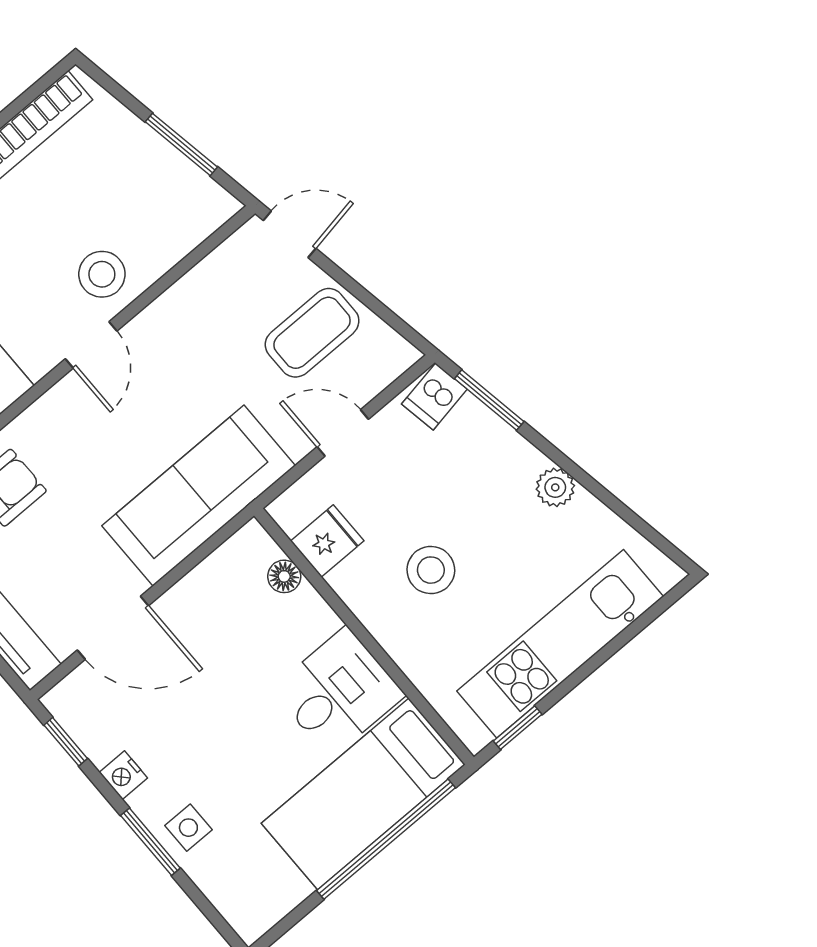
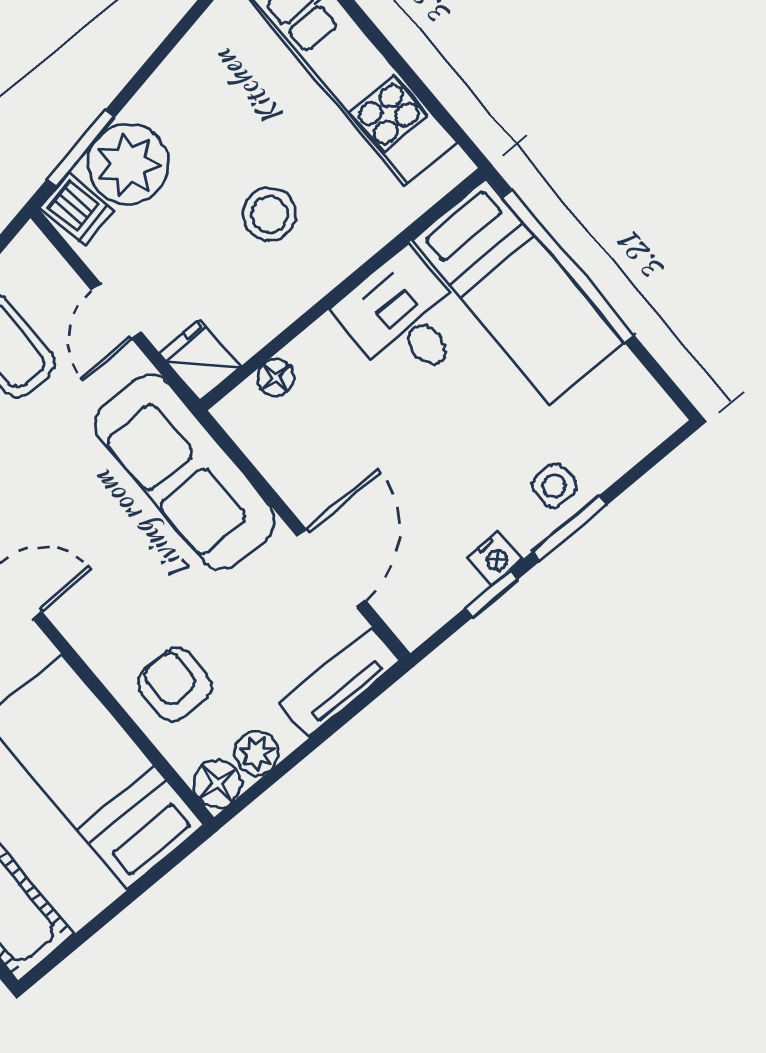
plant: (555, 487) -> (128, 164), moved, width x1.87, depth x1.87
fridge: (327, 541) -> (200, 360), moved
window: (518, 728) -> (445, 119), removed
window: (66, 742) -> (491, 594), moved

